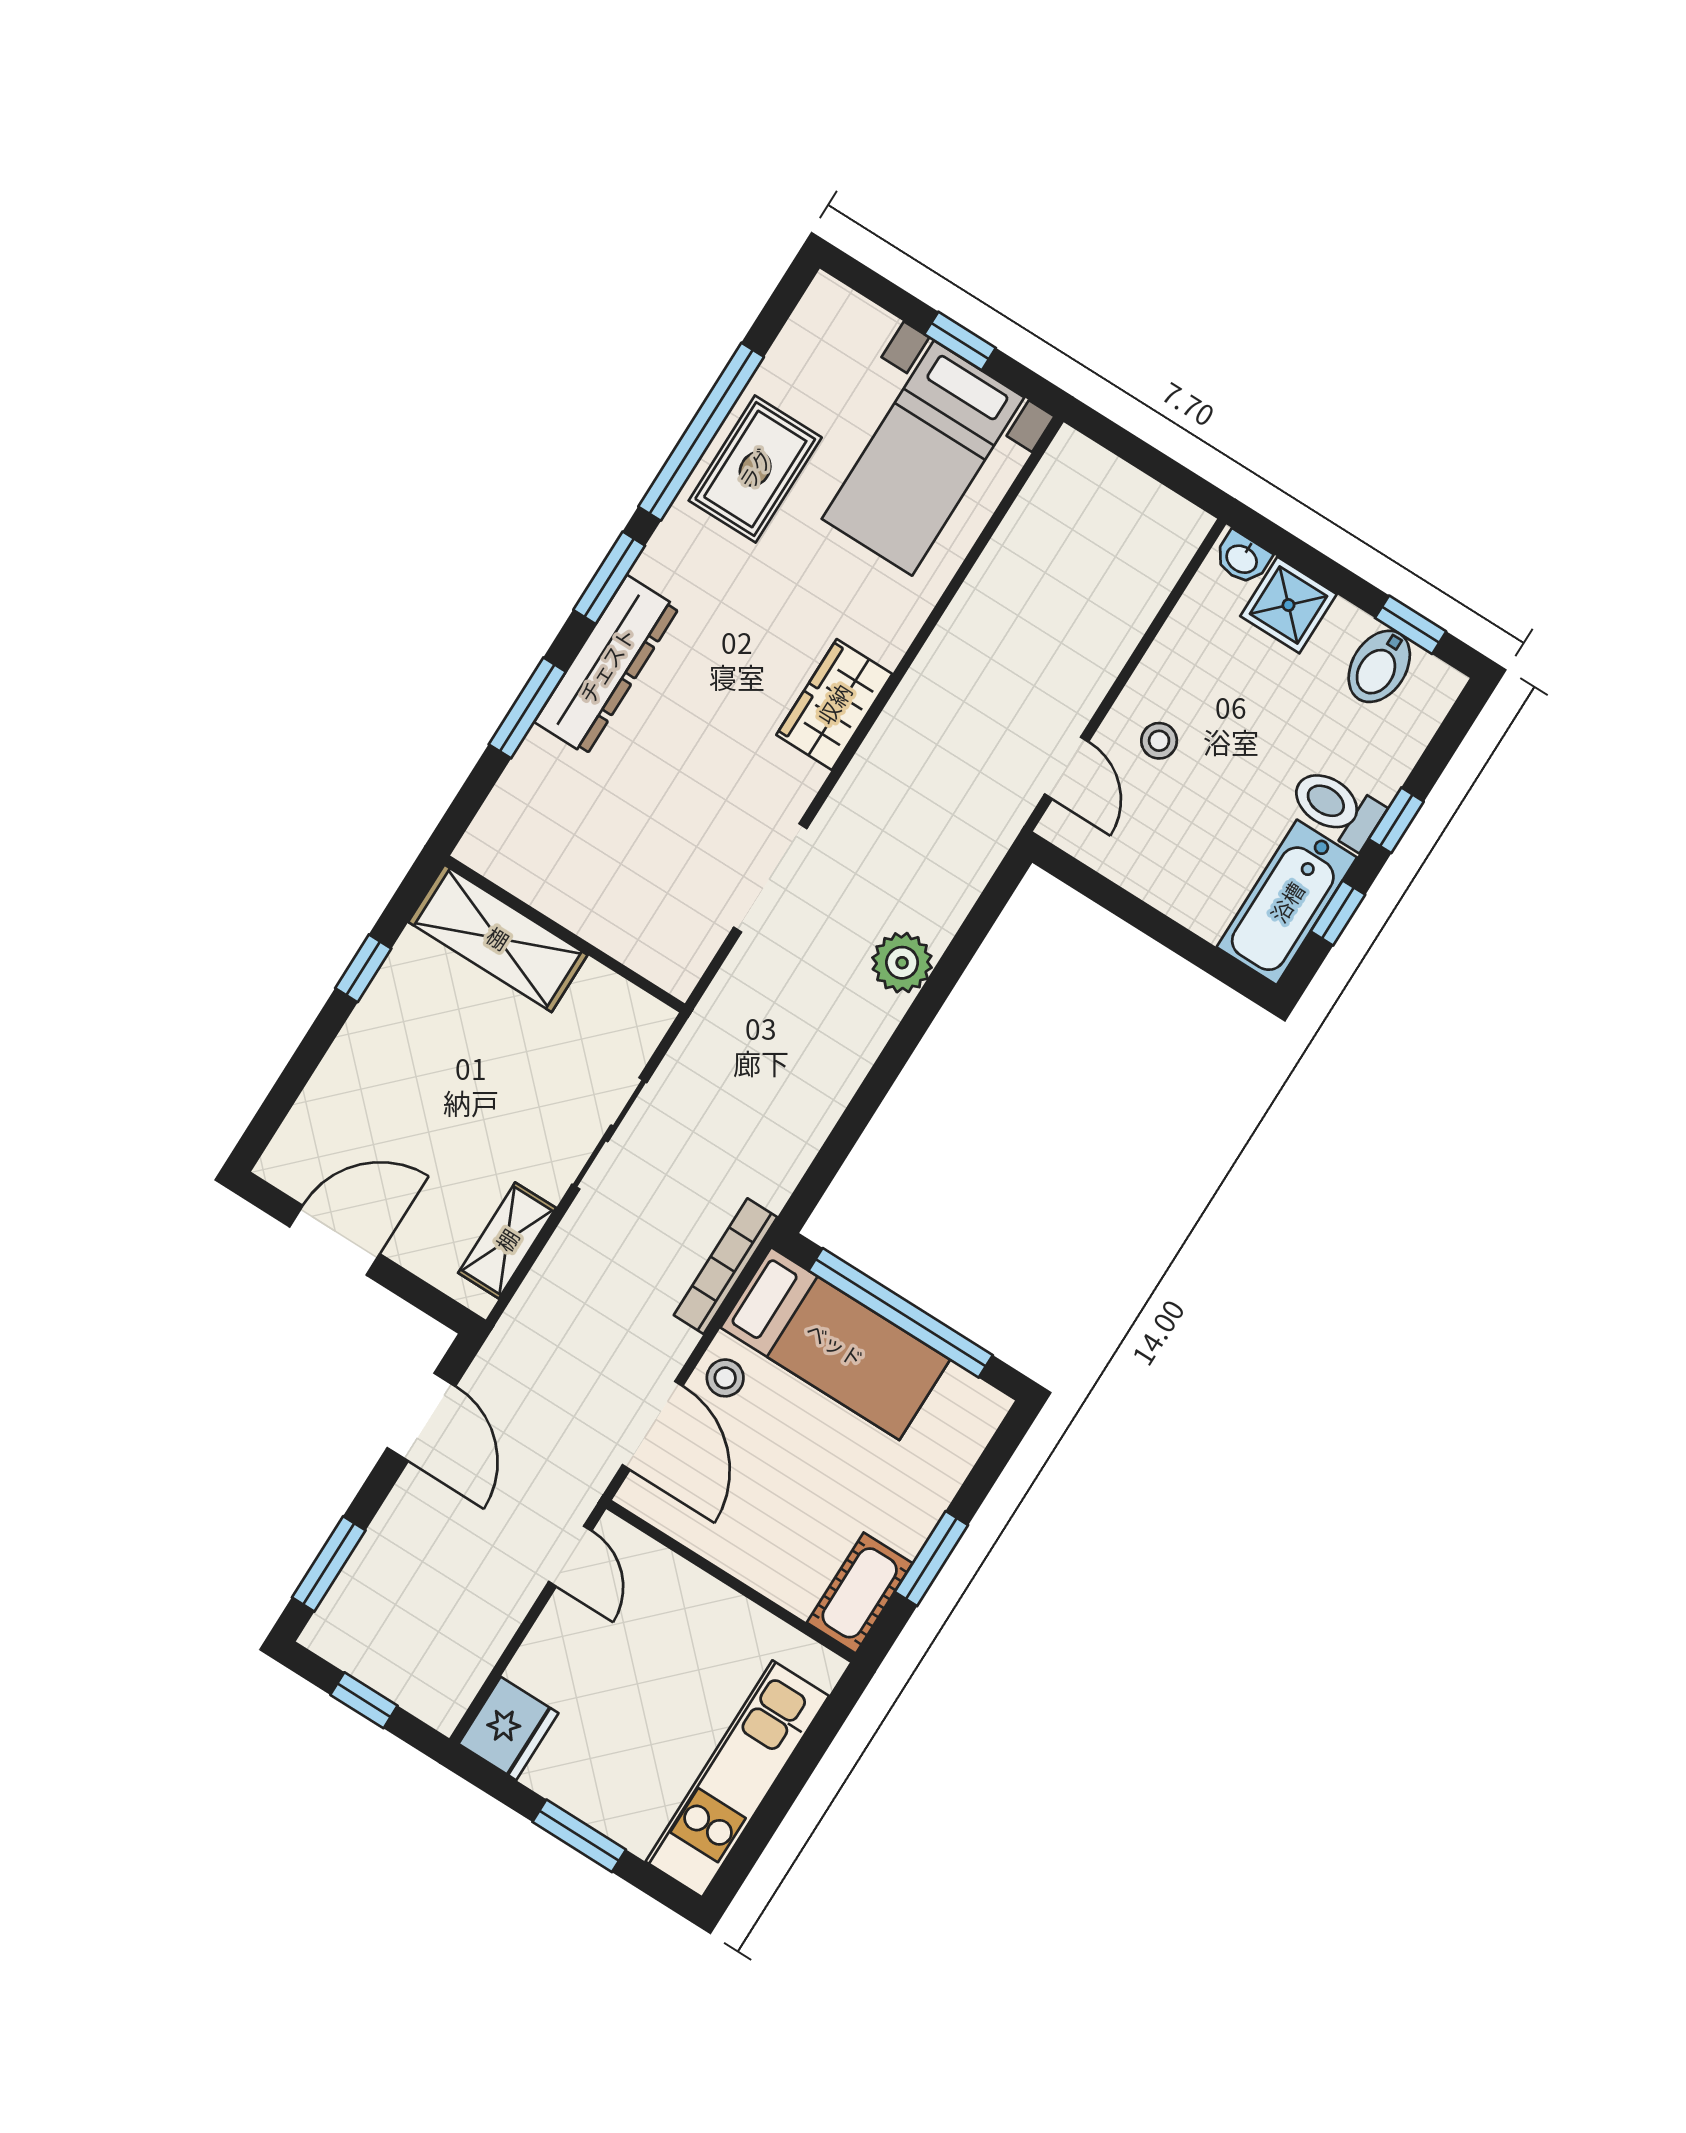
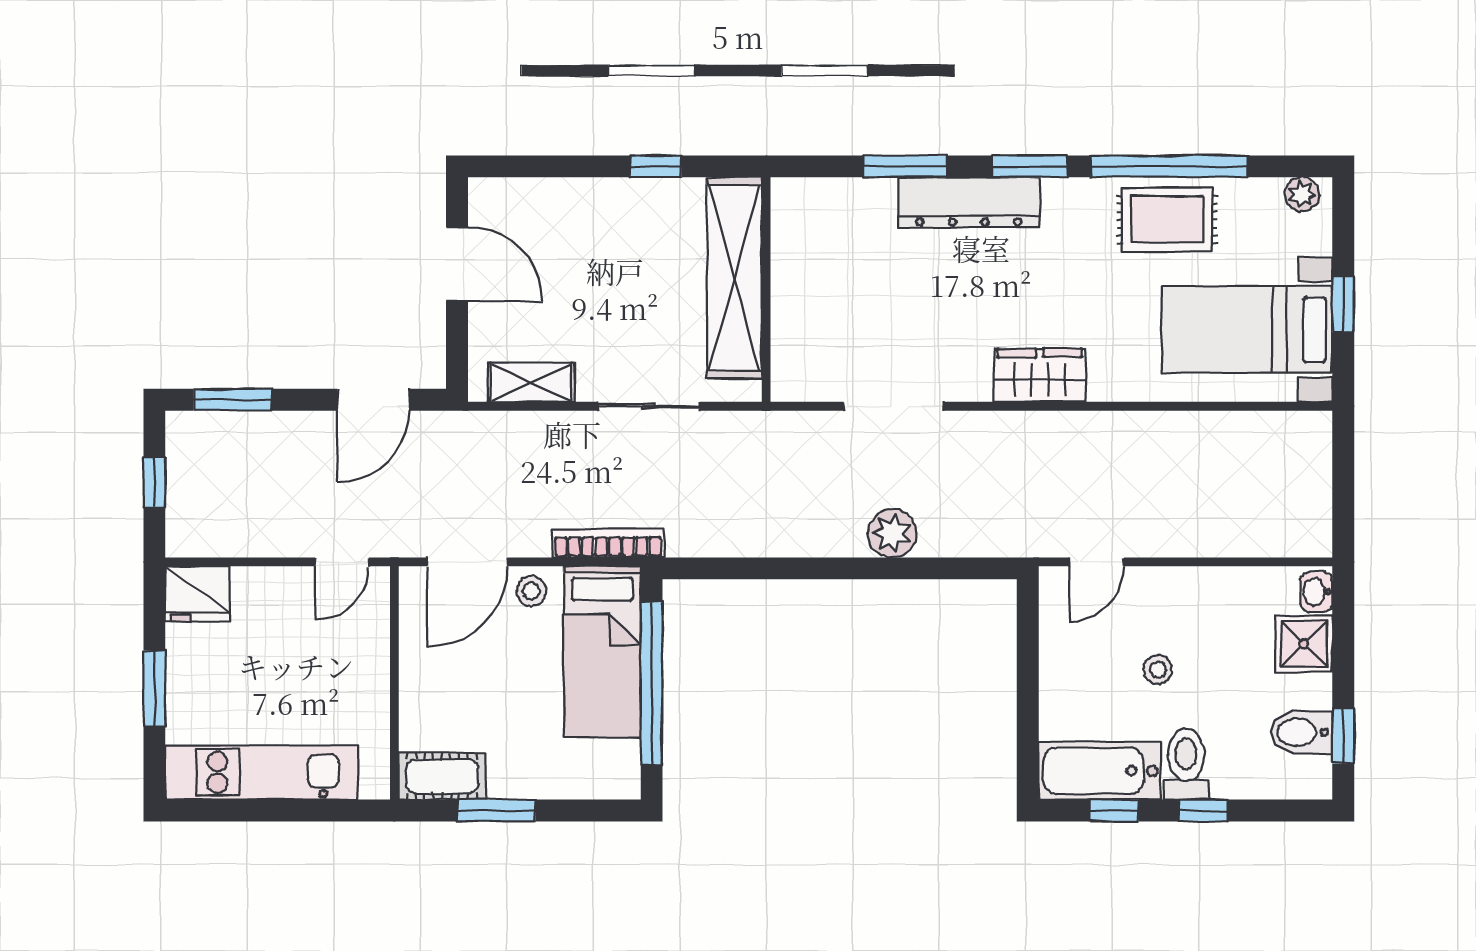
plant: (818, 312) -> (1302, 194), added
stool: (1159, 741) -> (1158, 670), moved
shelving: (498, 938) -> (734, 278), width x1.47

